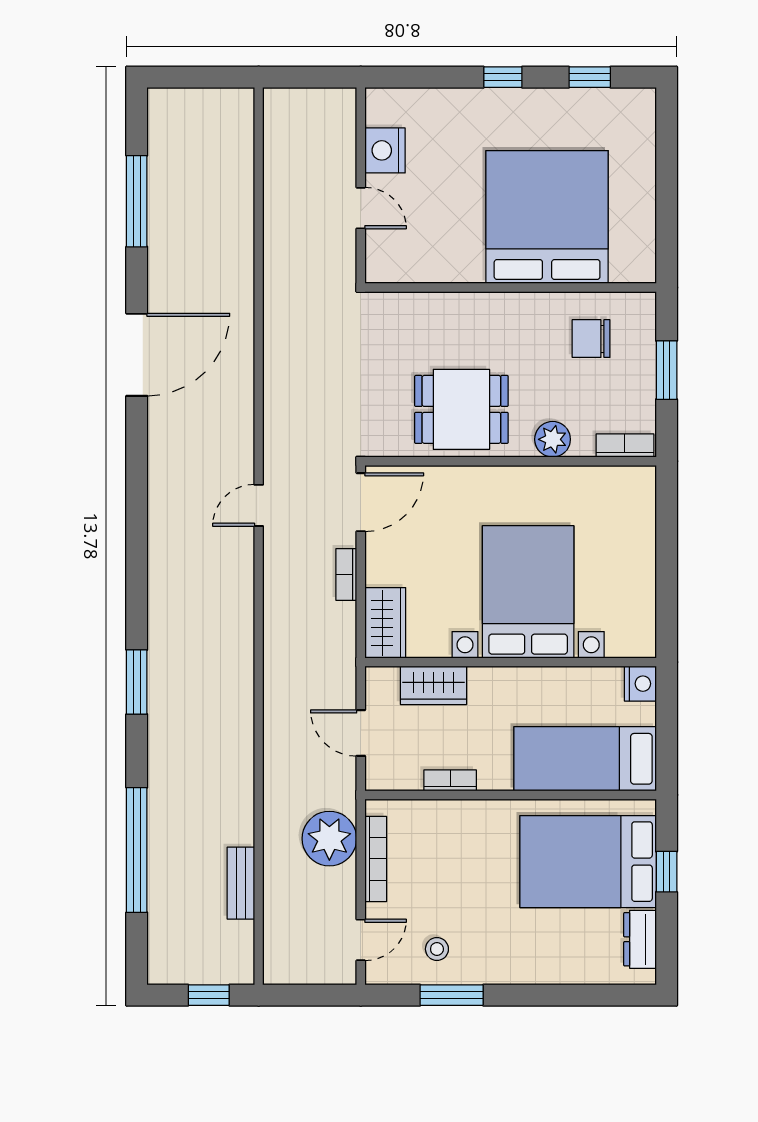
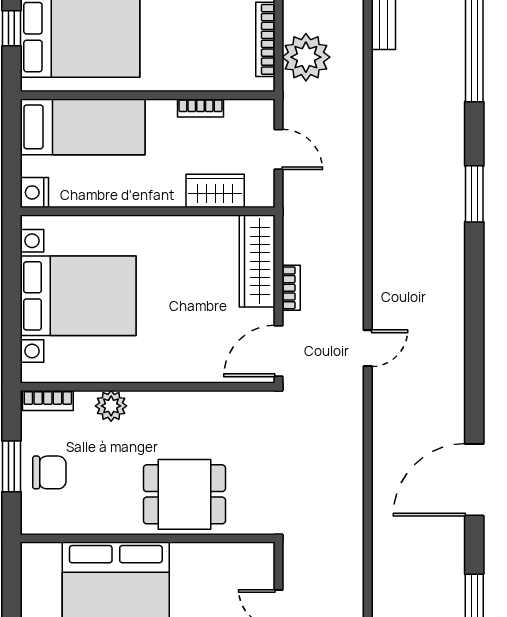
chair: (591, 339) -> (49, 472), moved
dining table: (461, 409) -> (184, 494), moved
bed with nightstands: (528, 592) -> (78, 296), moved, turned -90
wardrobe: (385, 623) -> (257, 261), width x1.50

